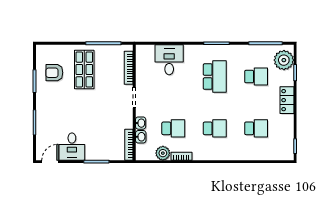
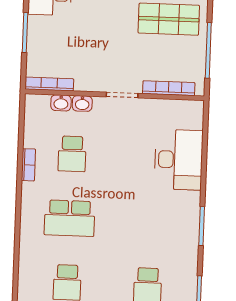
desk: (169, 60) -> (179, 160), width x1.37
school desk: (215, 77) -> (150, 221), removed
school desk: (215, 128) -> (70, 218), width x1.85
plant: (163, 153) -> (34, 136), removed

